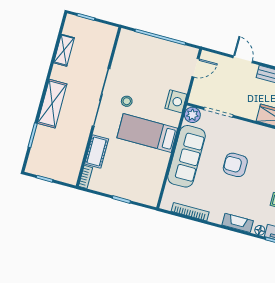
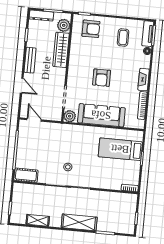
door: (243, 59) -> (22, 86), swing flipped
nightstand: (176, 101) -> (62, 130), removed
bed: (147, 133) -> (120, 149), moved, turned 90
cot: (97, 152) -> (26, 175), moved
fireplace: (238, 223) -> (144, 80), moved

